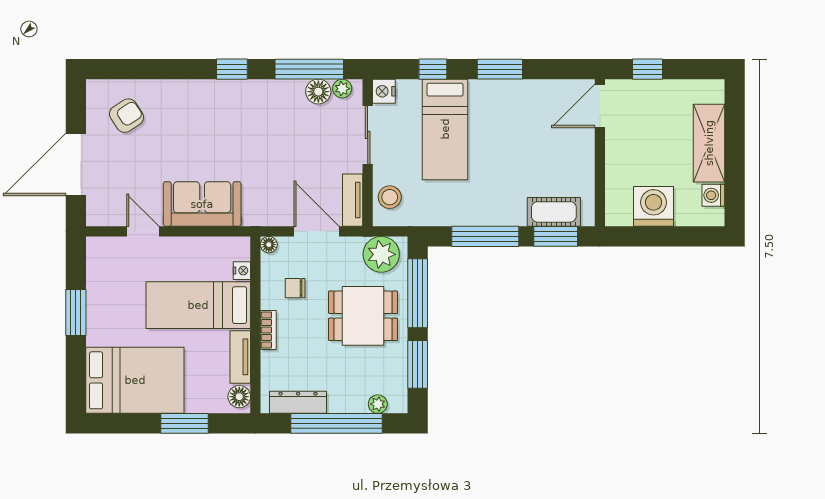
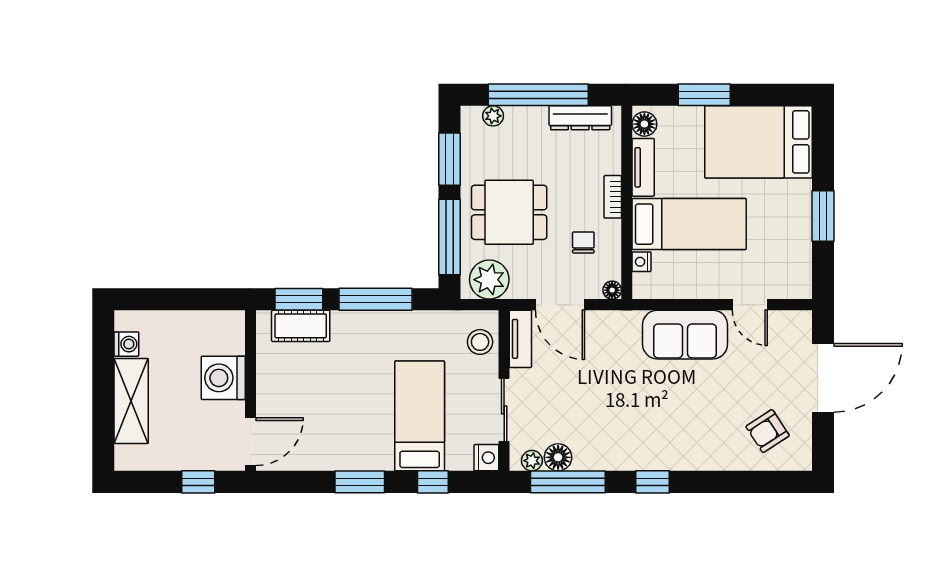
washing machine: (653, 206) -> (223, 378), moved, turned 90
chair: (295, 288) -> (583, 243), turned -90

